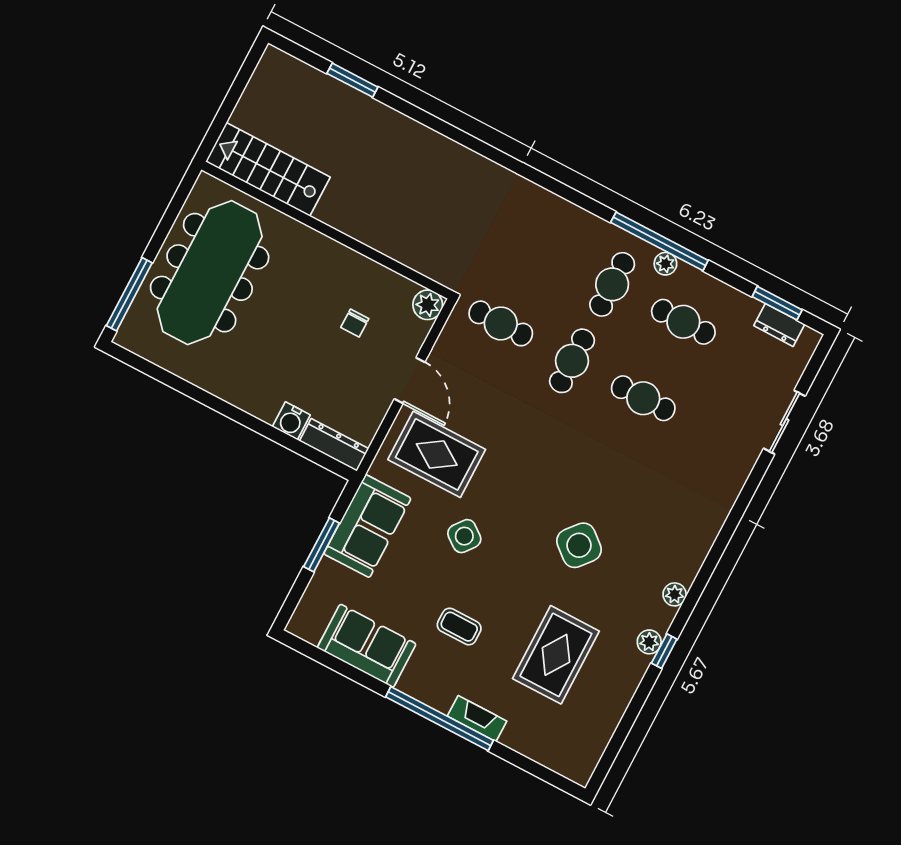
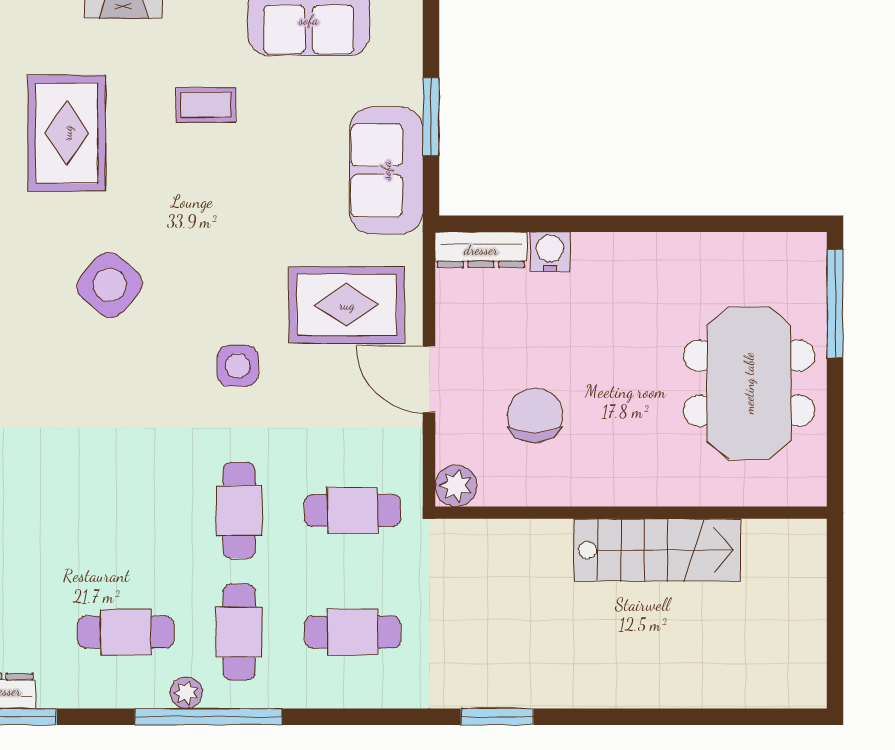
window: (352, 80) -> (497, 717), moved
stairs: (268, 169) -> (657, 550), moved
meeting table: (210, 273) -> (749, 383), width x0.73
chair: (355, 323) -> (535, 415), width x1.87, depth x1.87
cafe table: (643, 398) -> (353, 632), moved
side table: (464, 536) -> (238, 366), moved, turned -37

